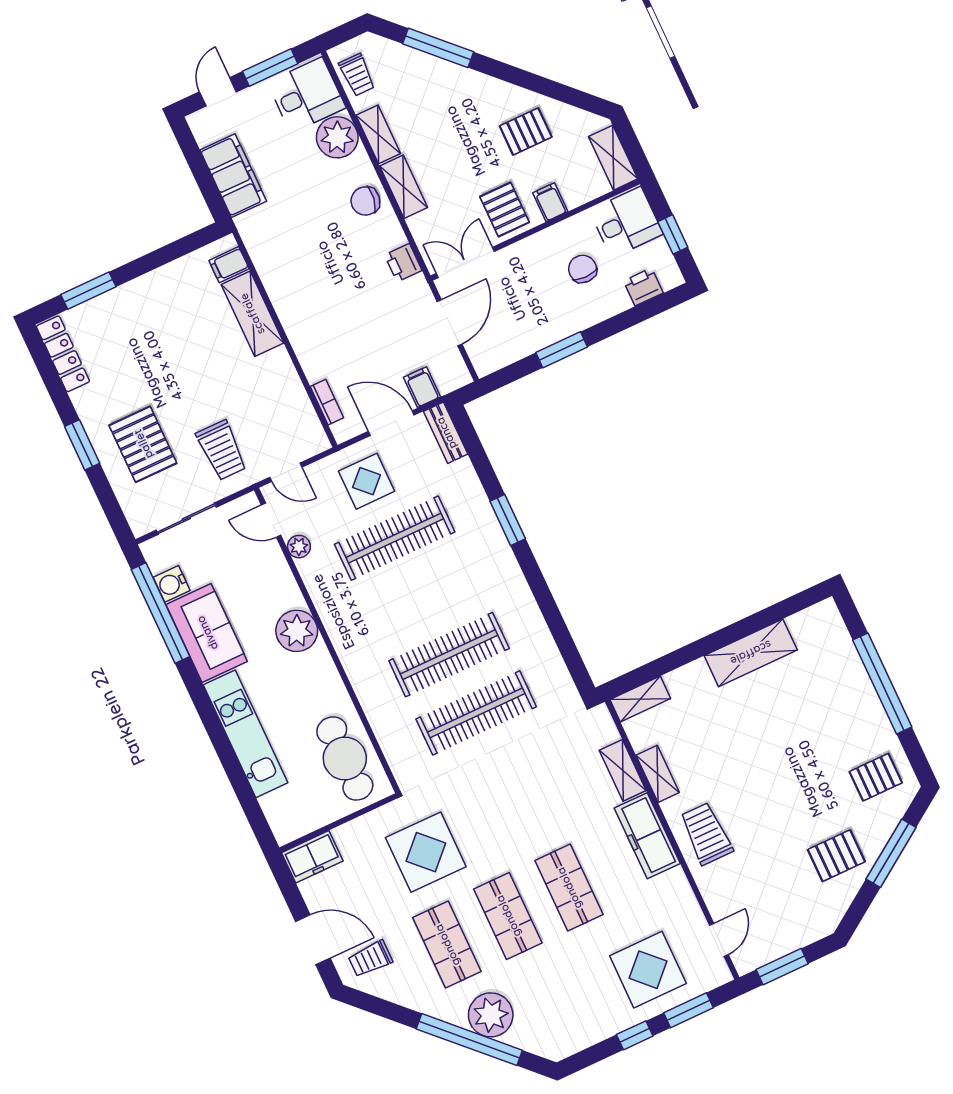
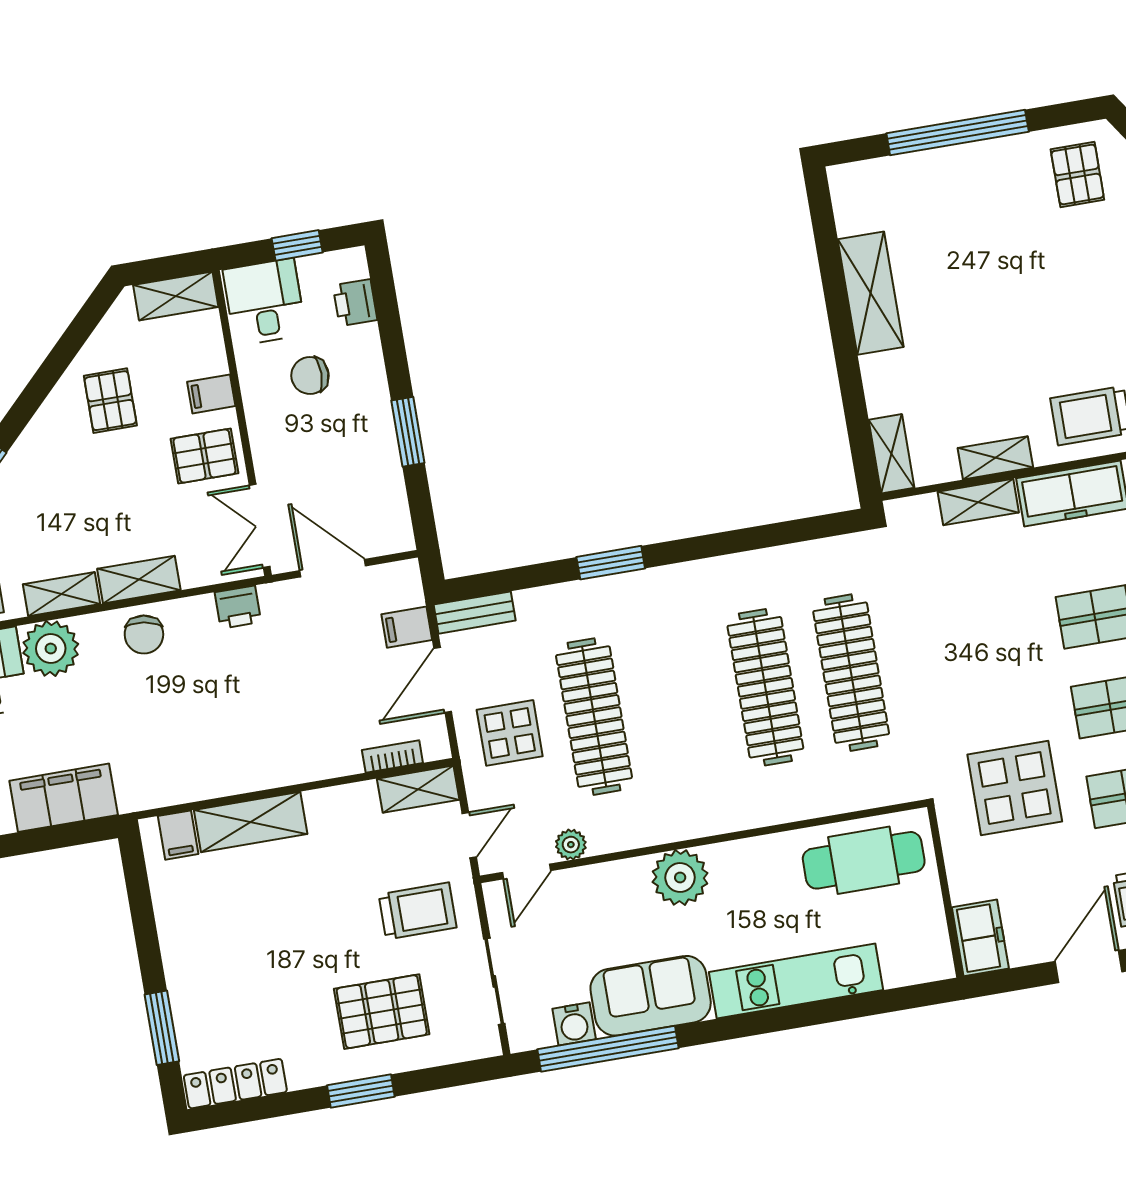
shelving: (309, 427) -> (418, 789), added

